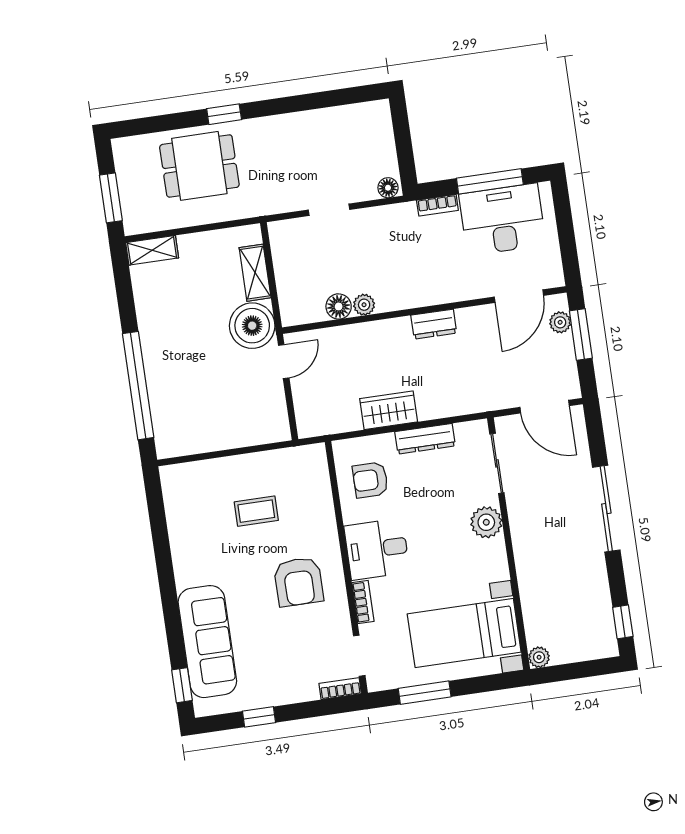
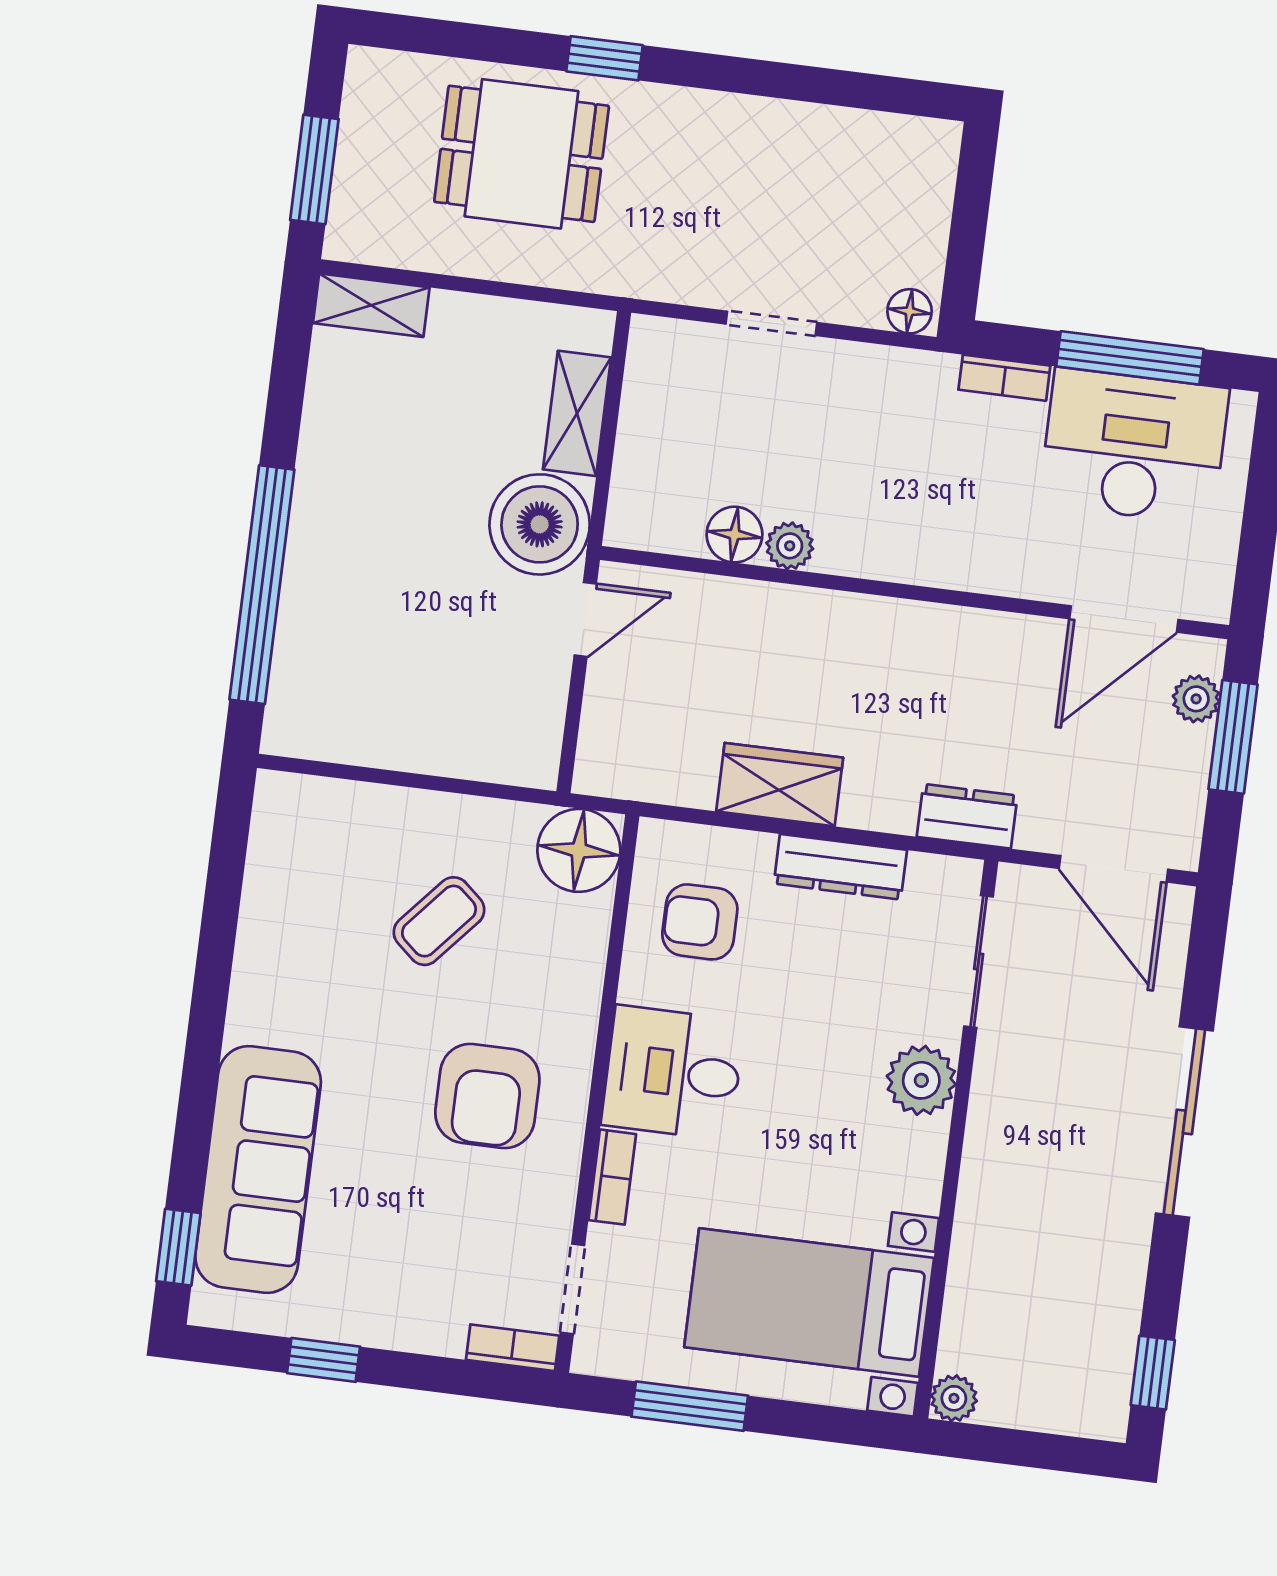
dresser: (434, 324) -> (967, 816), moved, turned 180
floor lamp: (309, 463) -> (579, 850), added
coffee table: (256, 511) -> (439, 921), turned -49

